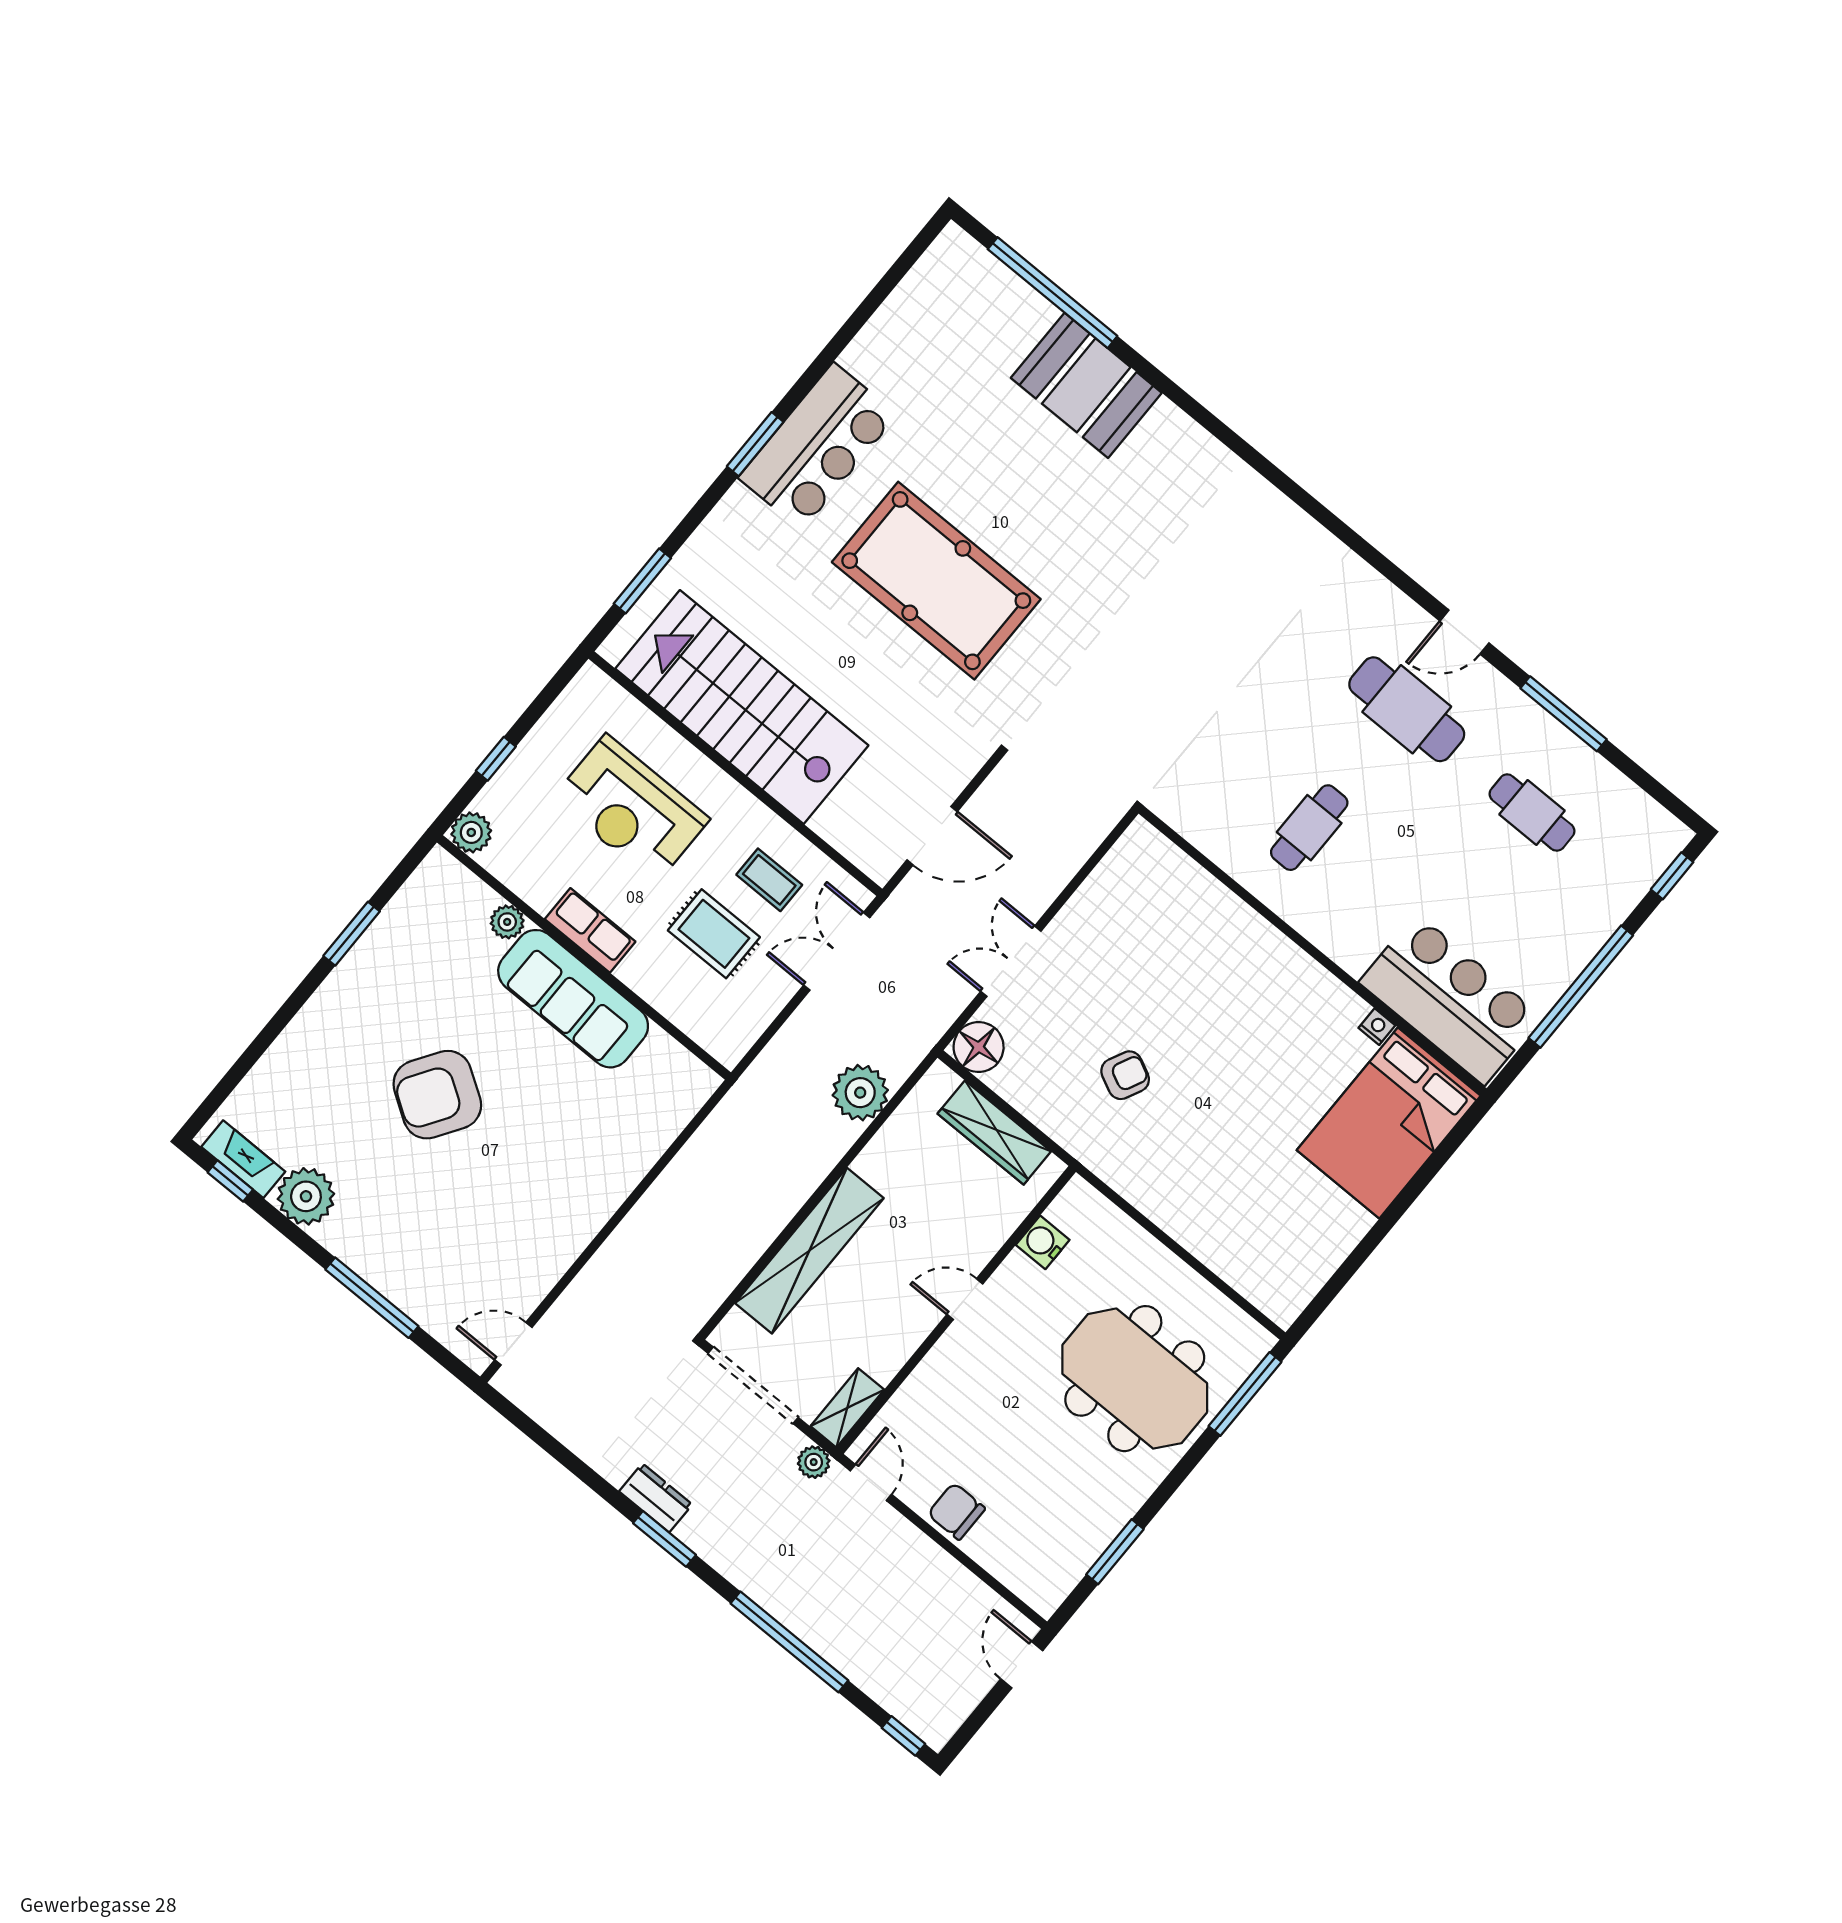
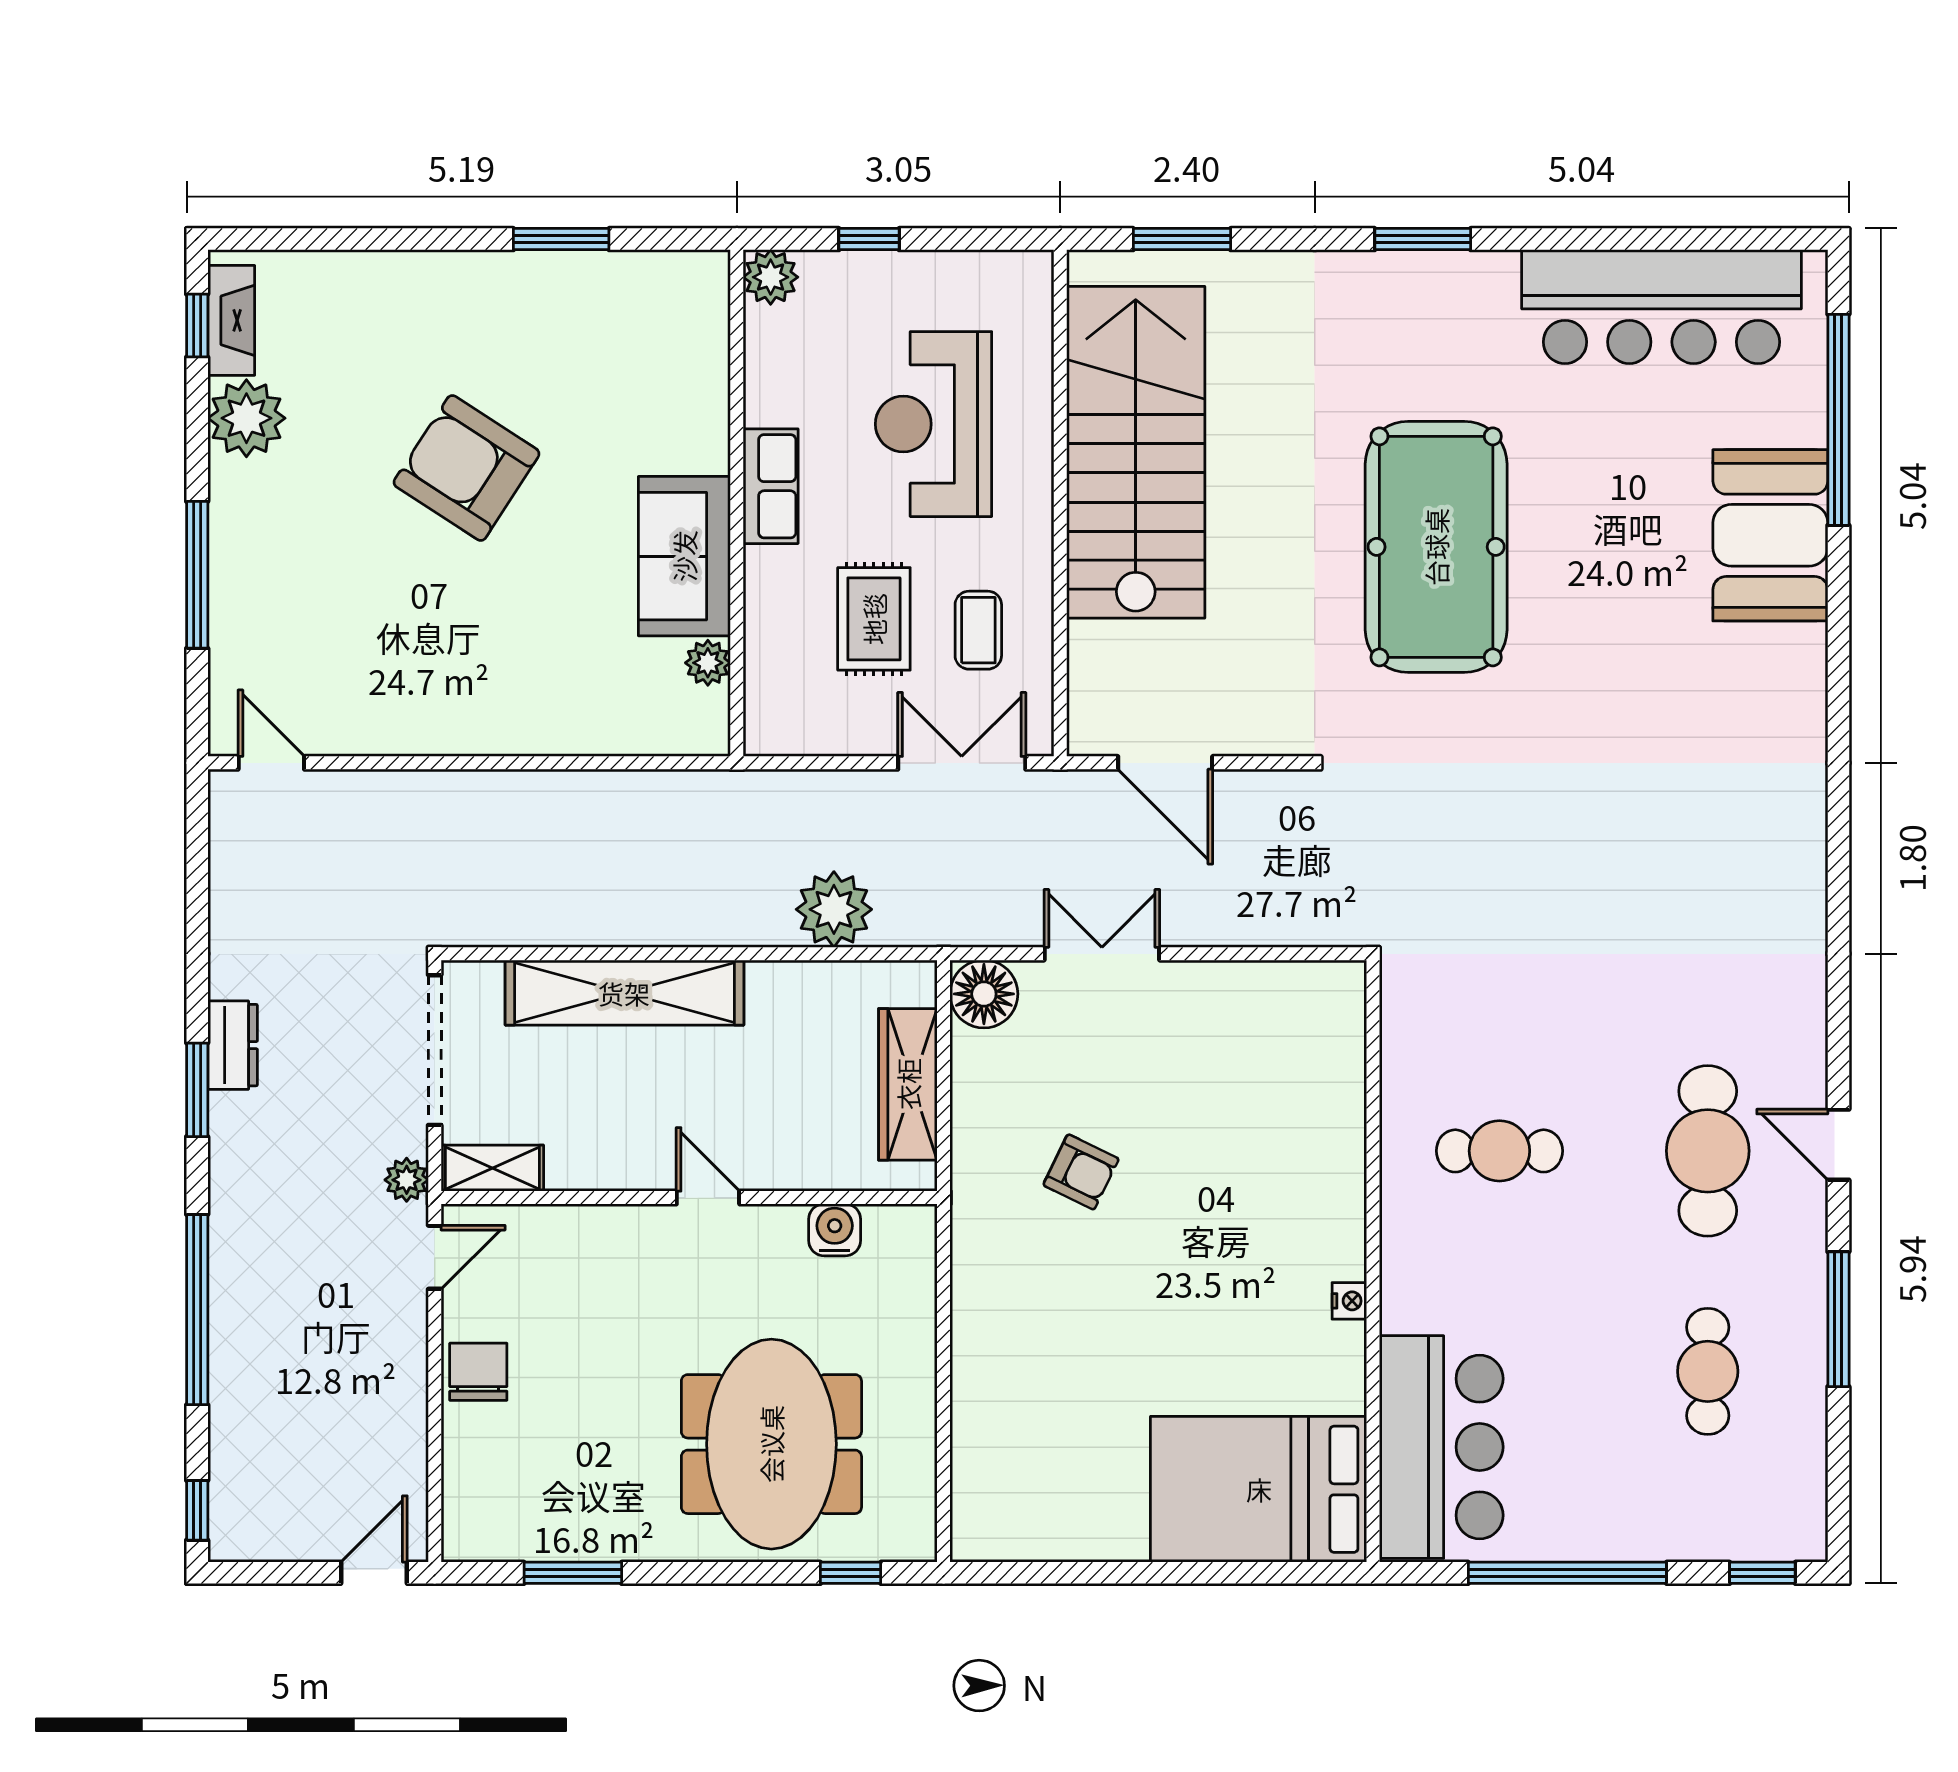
bar counter: (818, 446) -> (1661, 307), moved, width x1.36
plant: (507, 922) -> (708, 663), moved
sofa: (573, 999) -> (684, 556), width x0.73
nightstand: (1377, 1027) -> (1349, 1301), moved
window: (1245, 1394) -> (851, 1573), width x0.46

